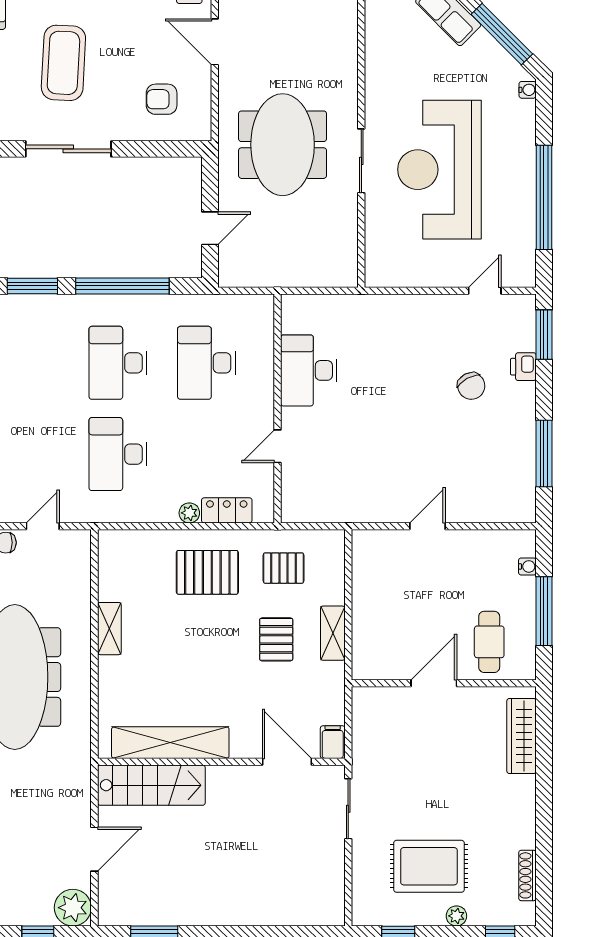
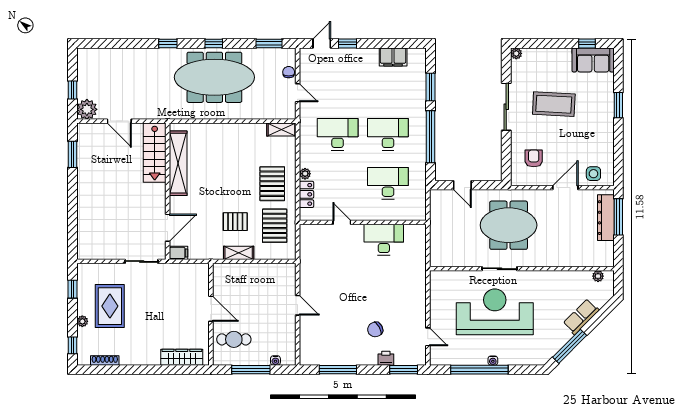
water cooler: (528, 90) -> (493, 361), moved
pallet: (283, 568) -> (275, 226), width x1.50, depth x1.42
shelving: (109, 629) -> (281, 129), moved

